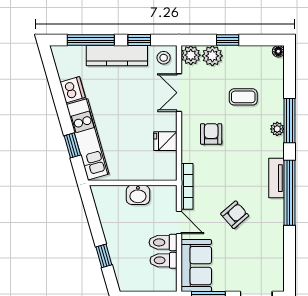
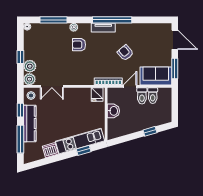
coffee table: (243, 97) -> (55, 48), removed
window: (290, 121) -> (54, 20), moved
armchair: (211, 134) -> (79, 45), moved
fridge: (165, 141) -> (97, 94), moved

